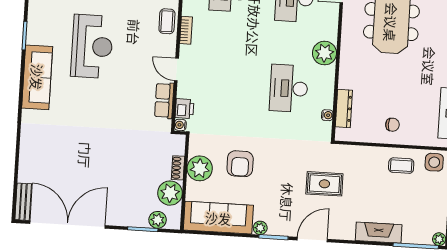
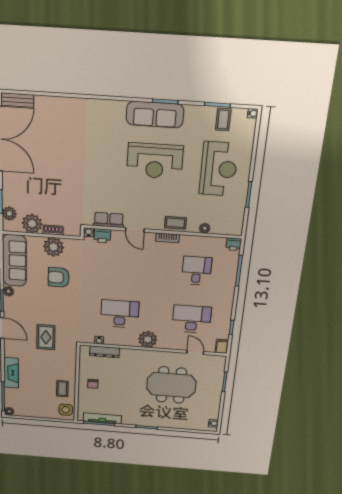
door: (176, 70) -> (135, 230), swing flipped
sofa: (37, 77) -> (155, 115), moved

